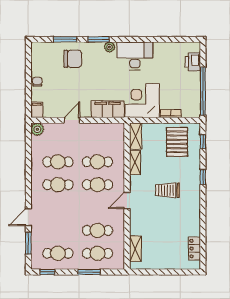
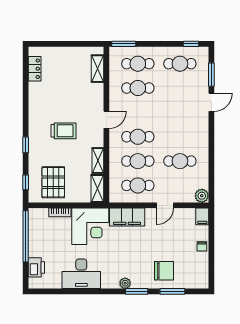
desk: (135, 56) -> (81, 274), moved
chair: (73, 59) -> (164, 271), turned 180
cafe table: (58, 185) -> (138, 185), moved
window: (89, 272) -> (124, 44), moved

